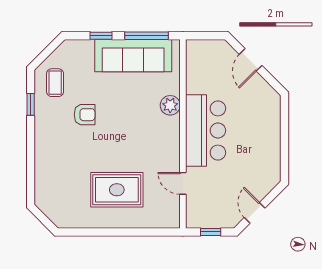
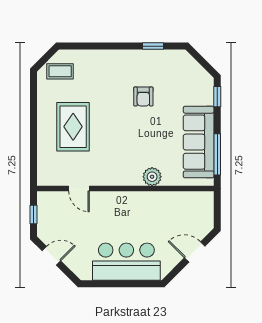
window: (101, 36) -> (217, 97), moved
coffee table: (55, 83) -> (60, 71), moved
bar counter: (206, 130) -> (126, 262), moved, turned 180
door: (183, 183) -> (79, 188), swing flipped

